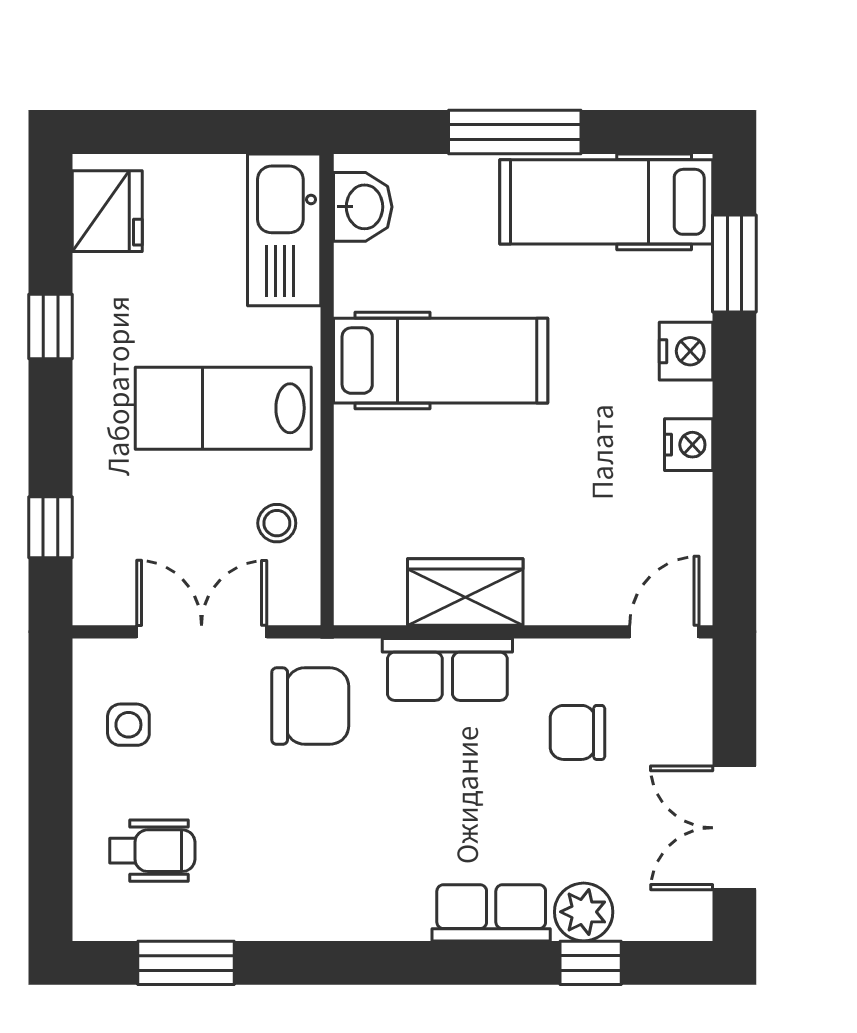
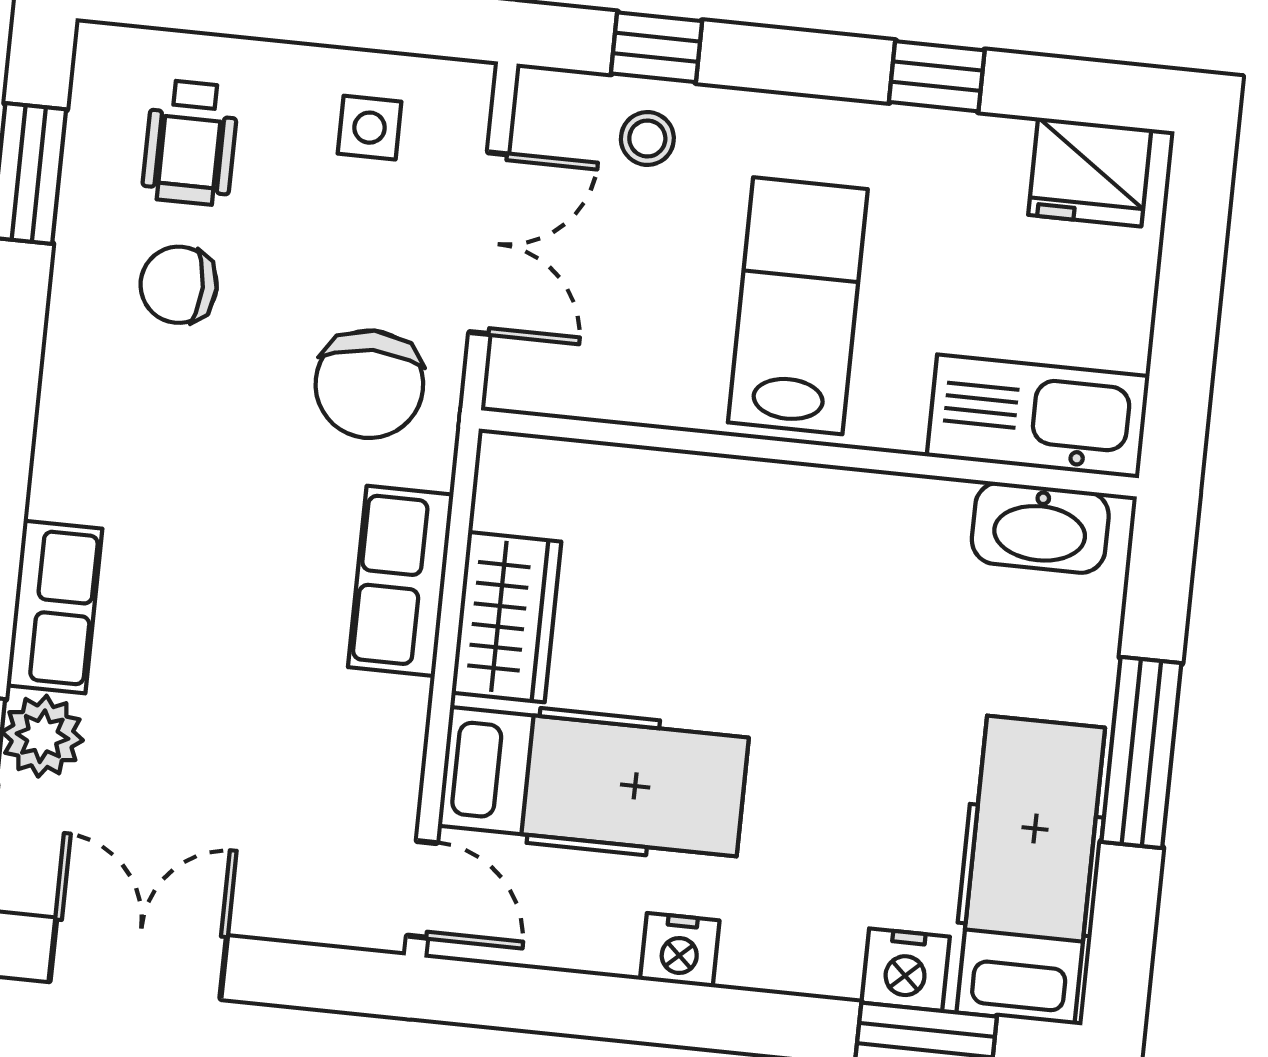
washbasin: (363, 207) -> (1040, 528), width x1.38
nightstand: (686, 351) -> (906, 970), moved
hospital bed: (441, 361) -> (593, 782), moved, turned -90
stool: (277, 523) -> (647, 139), moved
chair: (577, 732) -> (179, 285), moved, turned -90

